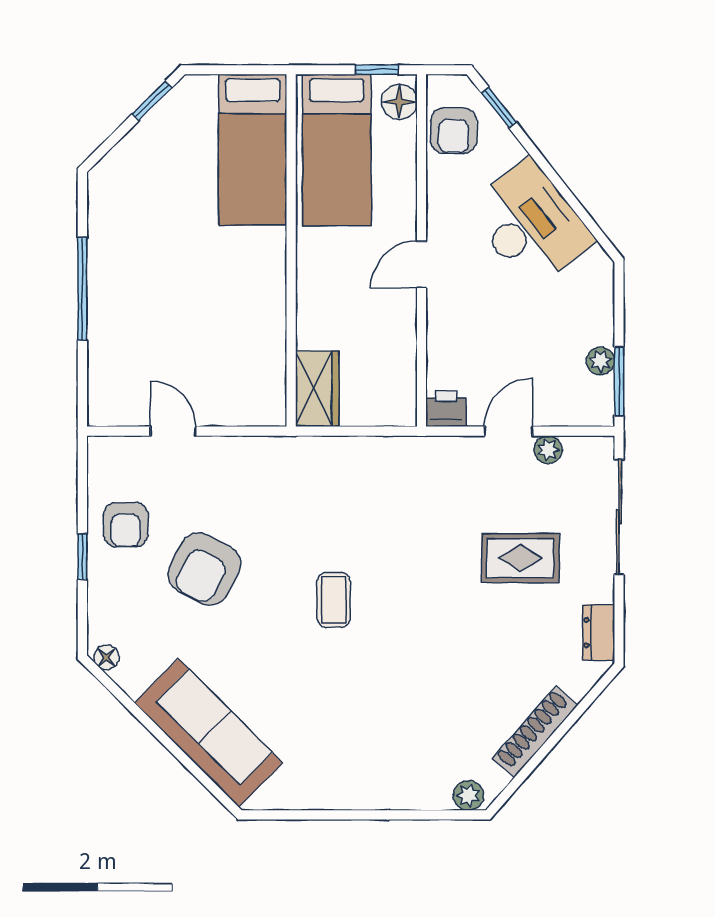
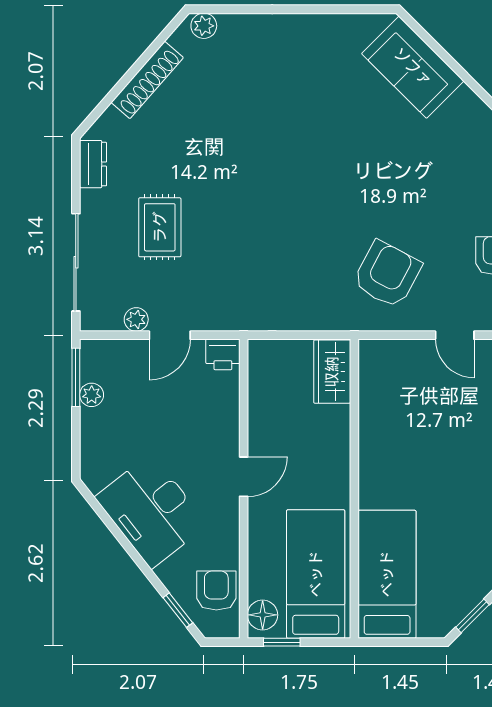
rug: (520, 558) -> (160, 227), turned 90
armchair: (204, 569) -> (387, 274), moved
coffee table: (334, 600) -> (318, 192), removed
sofa: (209, 733) -> (413, 67), width x0.73

